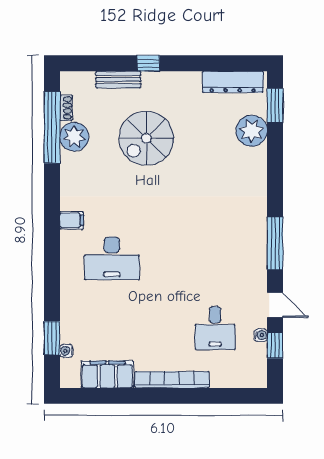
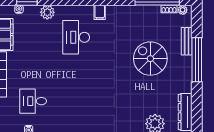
window: (148, 63) -> (197, 60), width x3.17
plant: (74, 137) -> (183, 10), moved, width x0.53, depth x0.53
plant: (71, 305) -> (47, 12), added

